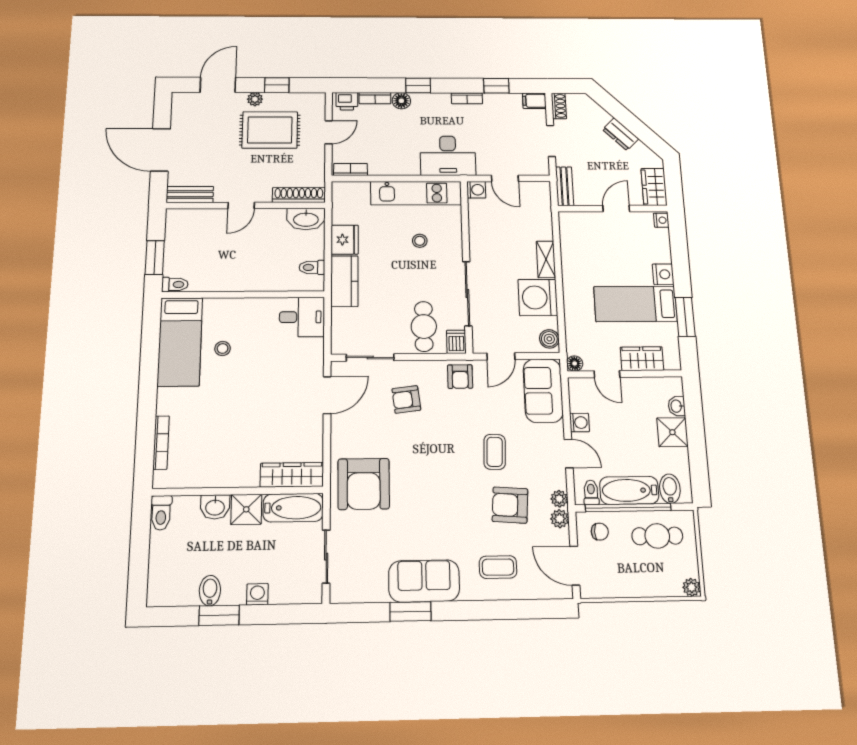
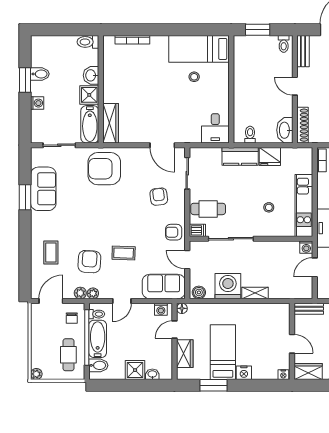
toilet: (175, 285) -> (284, 44), moved
washing machine: (579, 423) -> (161, 309), moved
sofa: (424, 581) -> (43, 189), moved

